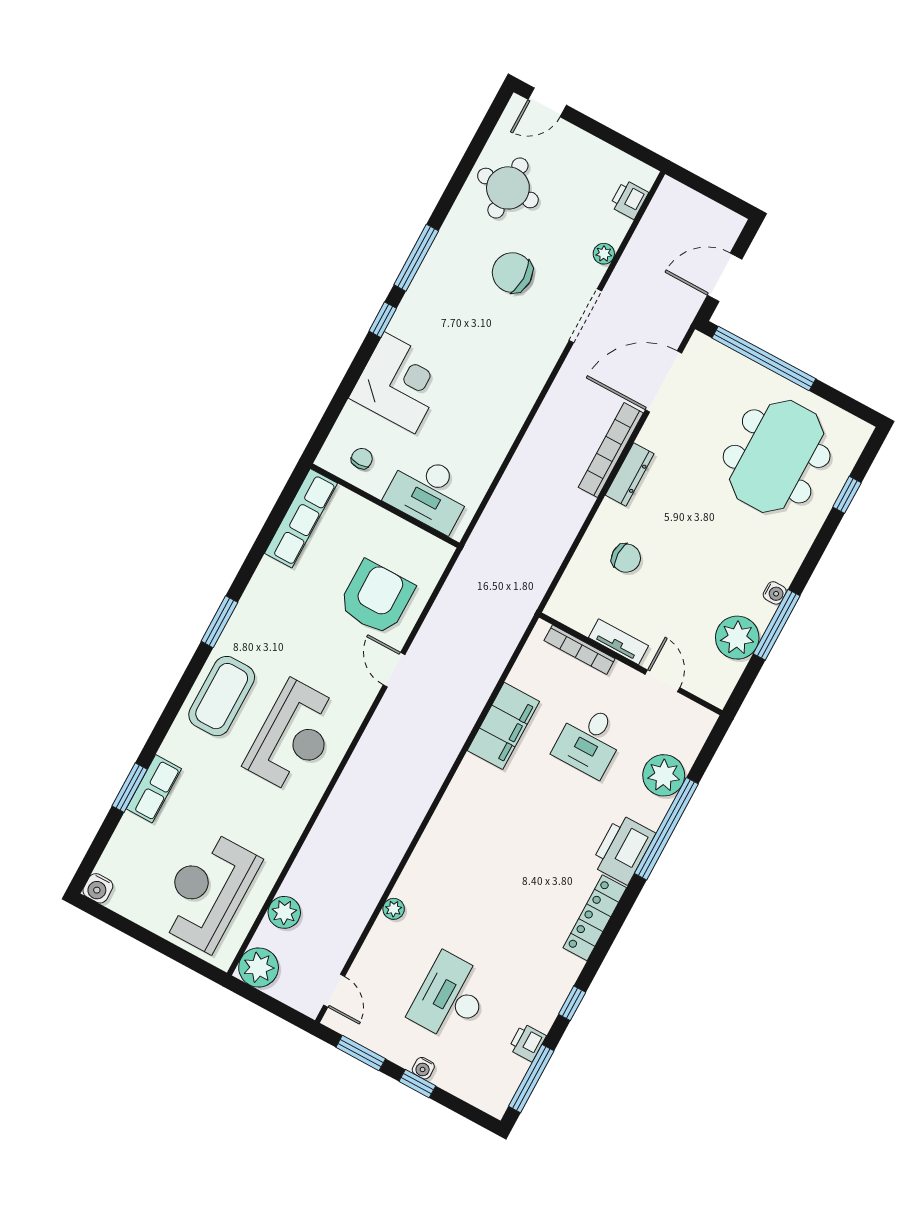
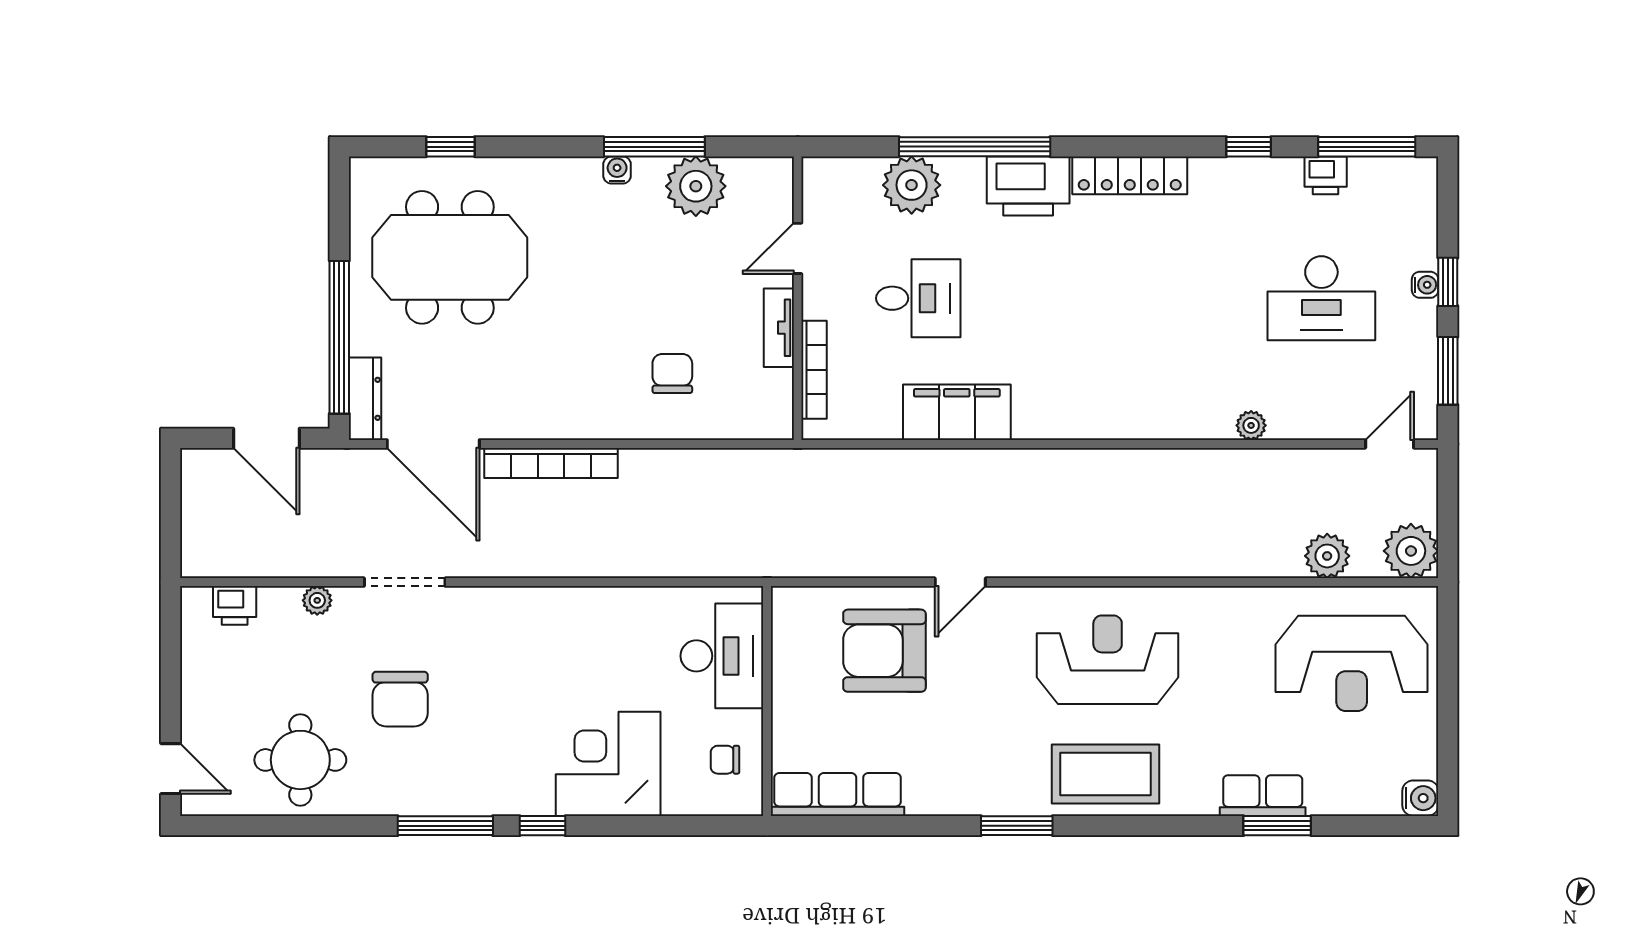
dresser: (630, 474) -> (365, 399), moved, turned 90

